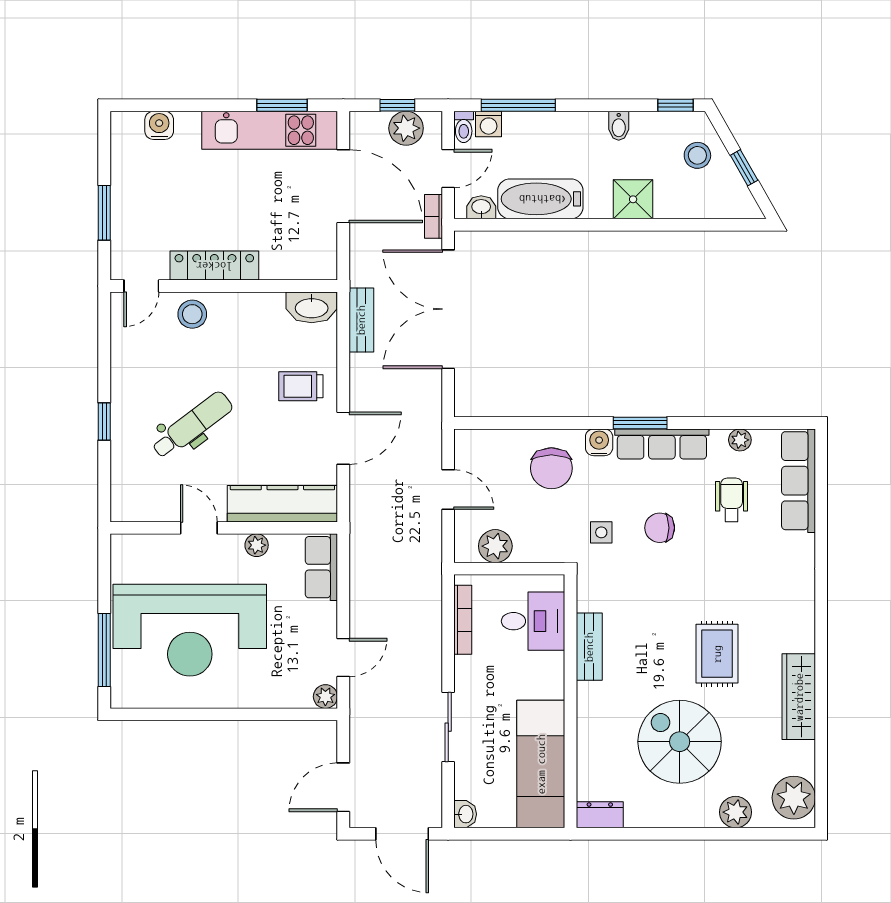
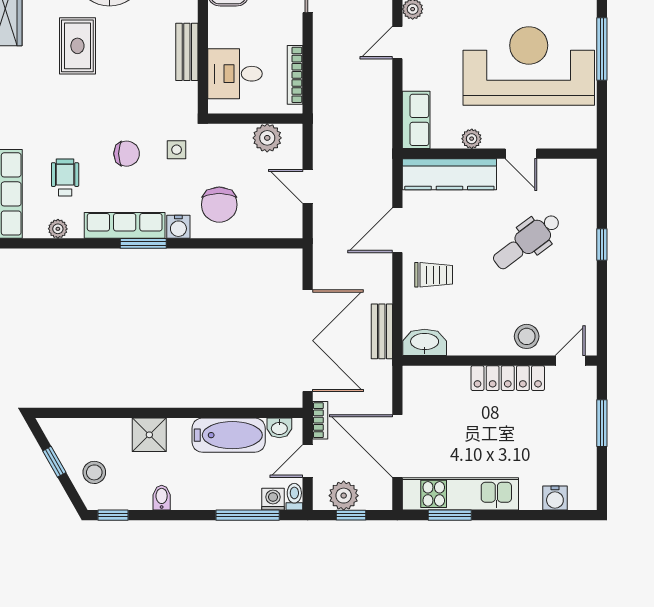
chair: (551, 468) -> (219, 205), turned 180
wheelchair: (732, 500) -> (65, 178), turned 180

